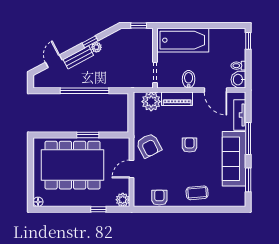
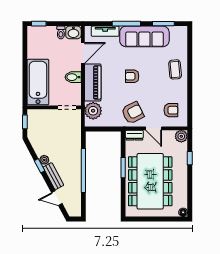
piano: (177, 99) -> (93, 82), width x1.37, depth x1.33
dresser: (124, 147) -> (134, 135), added
armchair: (159, 198) -> (171, 110), moved, turned 180

